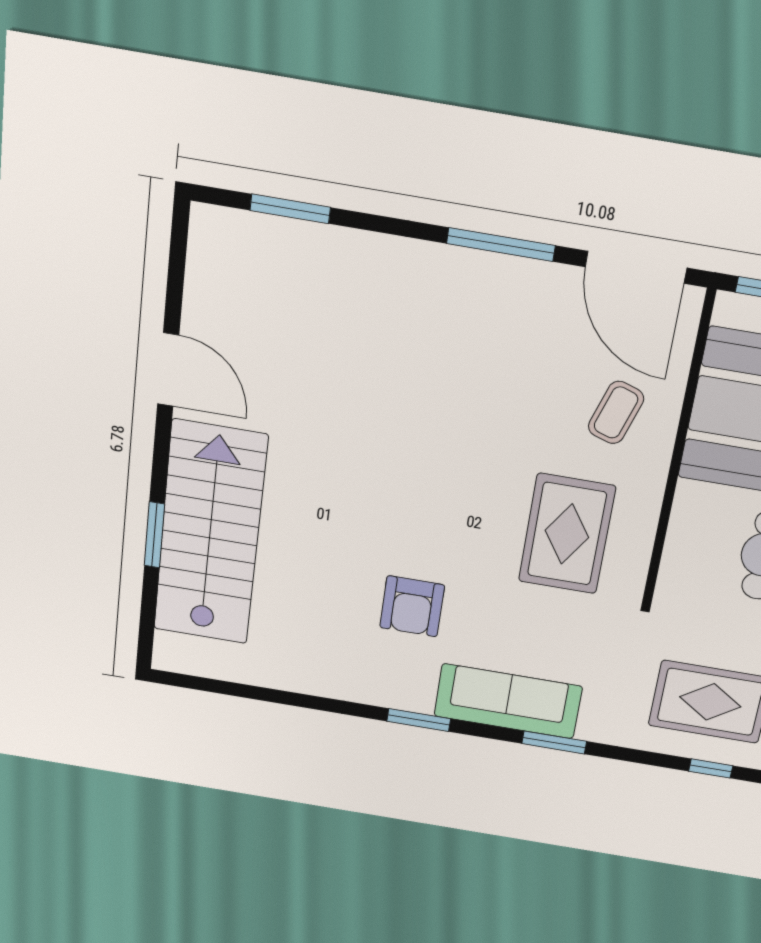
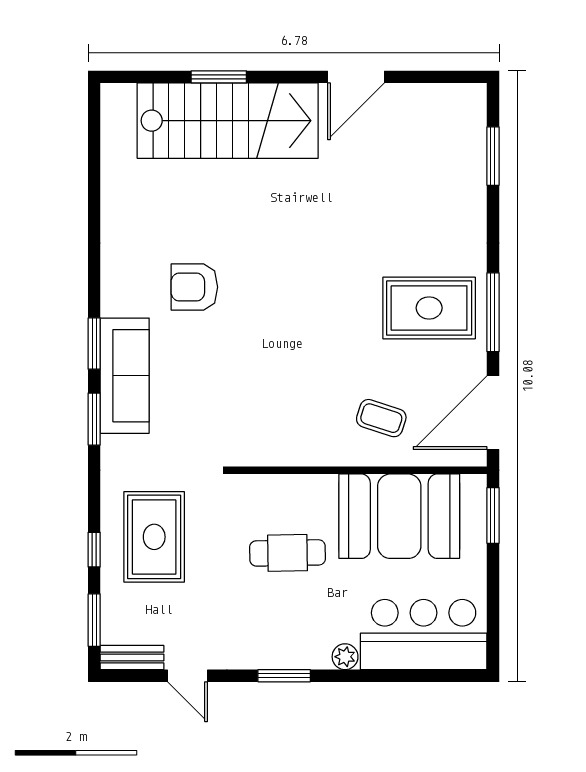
rug: (567, 534) -> (429, 308), moved
window: (419, 720) -> (94, 344), moved

